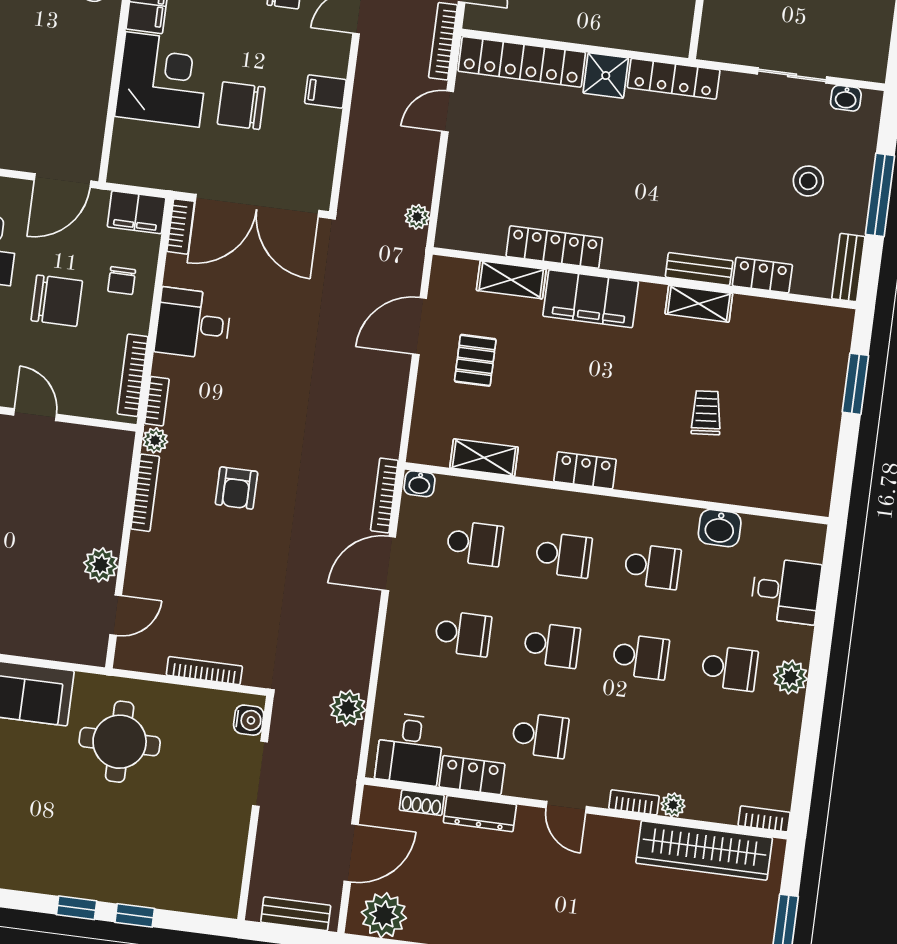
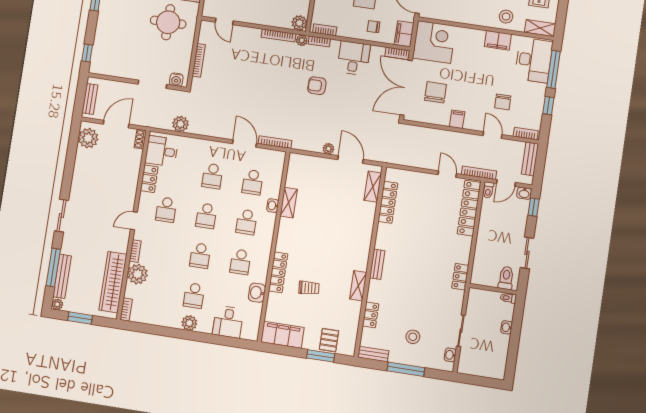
toilet: (481, 20) -> (488, 190), added
shower: (606, 76) -> (462, 246), removed
corner desk: (162, 79) -> (434, 42), moved, turned -90
locker: (674, 79) -> (460, 277), width x0.66
chair: (241, 106) -> (435, 92), moved
plant: (417, 217) -> (328, 149), moved
locker: (554, 247) -> (388, 202), moved
bench: (699, 269) -> (377, 264), moved
shelving: (511, 280) -> (373, 187), moved
filing cabinet: (591, 299) -> (282, 335), moved, turned 90
pallet: (475, 360) -> (329, 340), moved, turned 90
bookcase: (133, 375) -> (325, 30), width x0.64
shelving: (484, 458) -> (289, 203), moved
locker: (585, 470) -> (278, 272), moved, width x1.53
washbasin: (419, 484) -> (273, 206), moved
armchair: (236, 488) -> (317, 86), moved
plant: (101, 565) -> (299, 23), moved
shoe rack: (422, 803) -> (140, 139), moved
plant: (673, 805) -> (138, 274), width x1.88, depth x1.88
dresser: (480, 814) -> (132, 182), removed
door: (351, 853) -> (116, 124), swing flipped
window: (135, 915) -> (87, 53), moved

